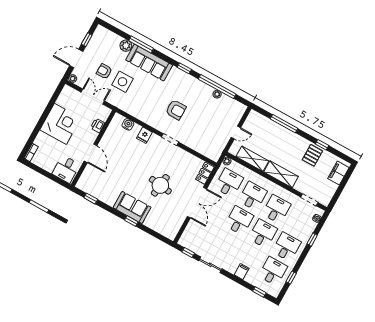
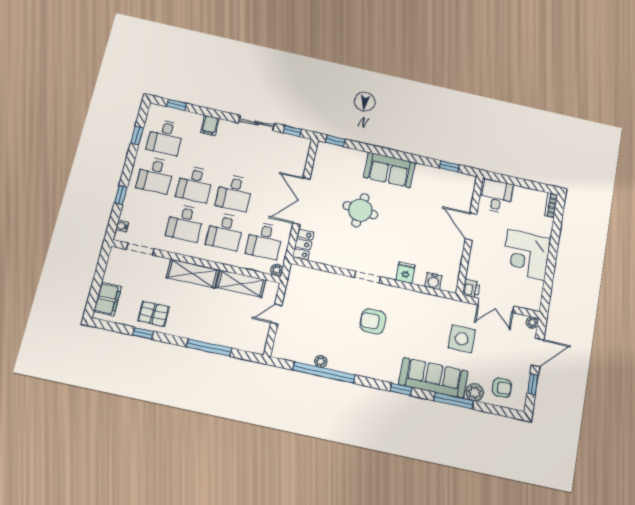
window: (184, 68) -> (401, 389), moved
armchair: (104, 71) -> (502, 388), moved
printer: (98, 125) -> (471, 288), moved
pallet: (312, 155) -> (153, 314), turned 90
window: (131, 221) -> (335, 141), moved

